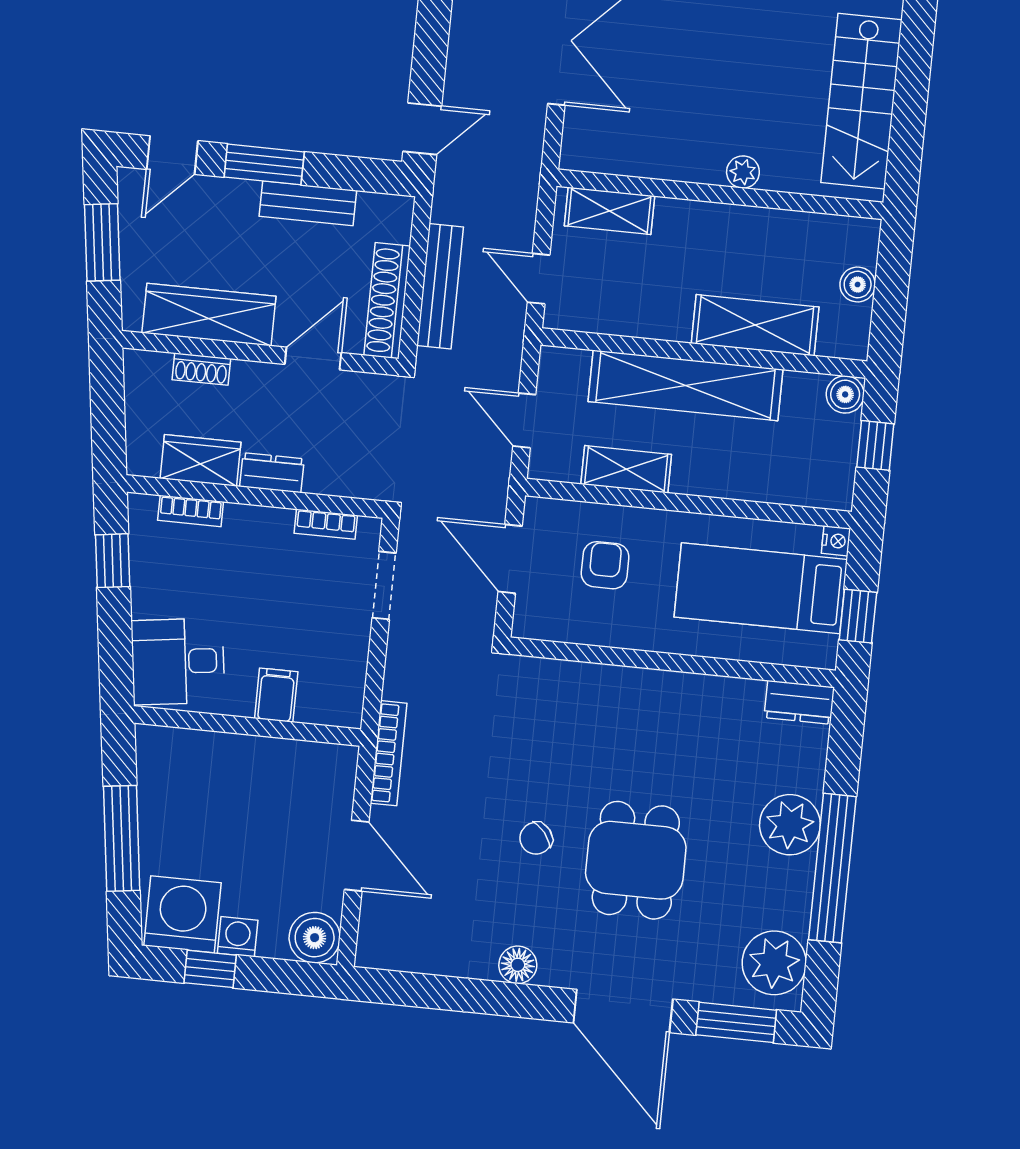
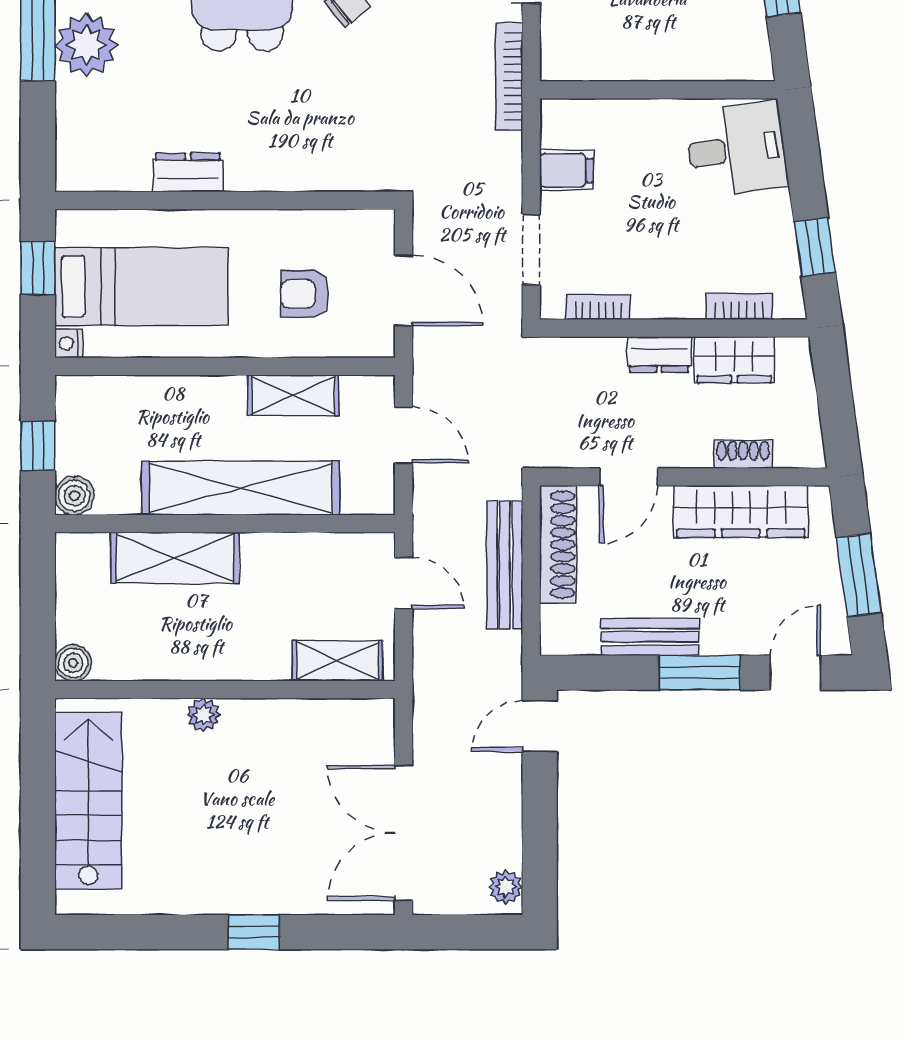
boiler: (858, 285) -> (73, 663), moved
armchair: (605, 565) -> (305, 294), turned 90
filing cabinet: (276, 695) -> (566, 170), moved, turned -90
dresser: (799, 702) -> (188, 172), moved

